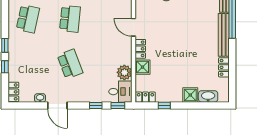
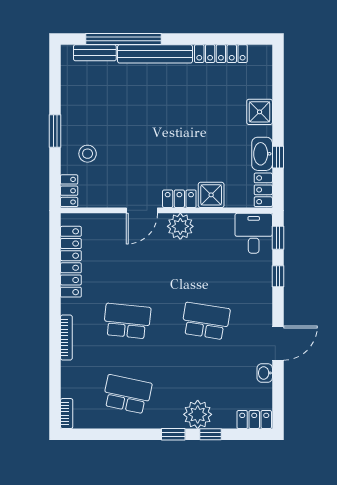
plant: (16, 59) -> (198, 414), added
school desk: (70, 64) -> (206, 321), turned 30
locker: (224, 67) -> (221, 54), width x1.53
plant: (124, 72) -> (180, 226), moved
washbasin: (208, 96) -> (262, 154), moved

